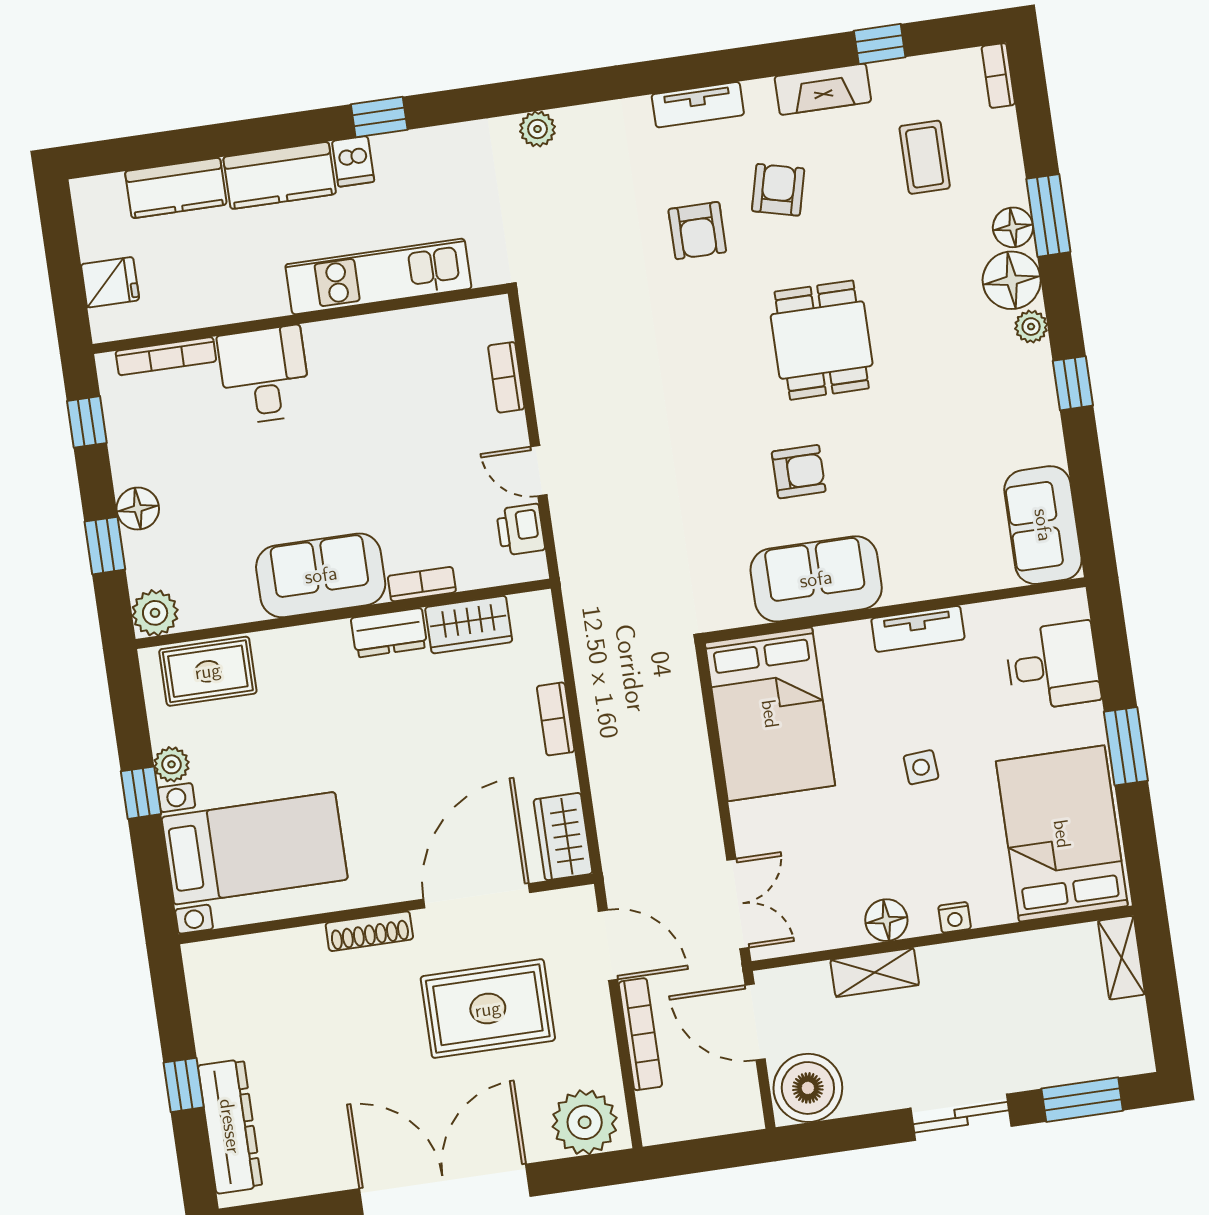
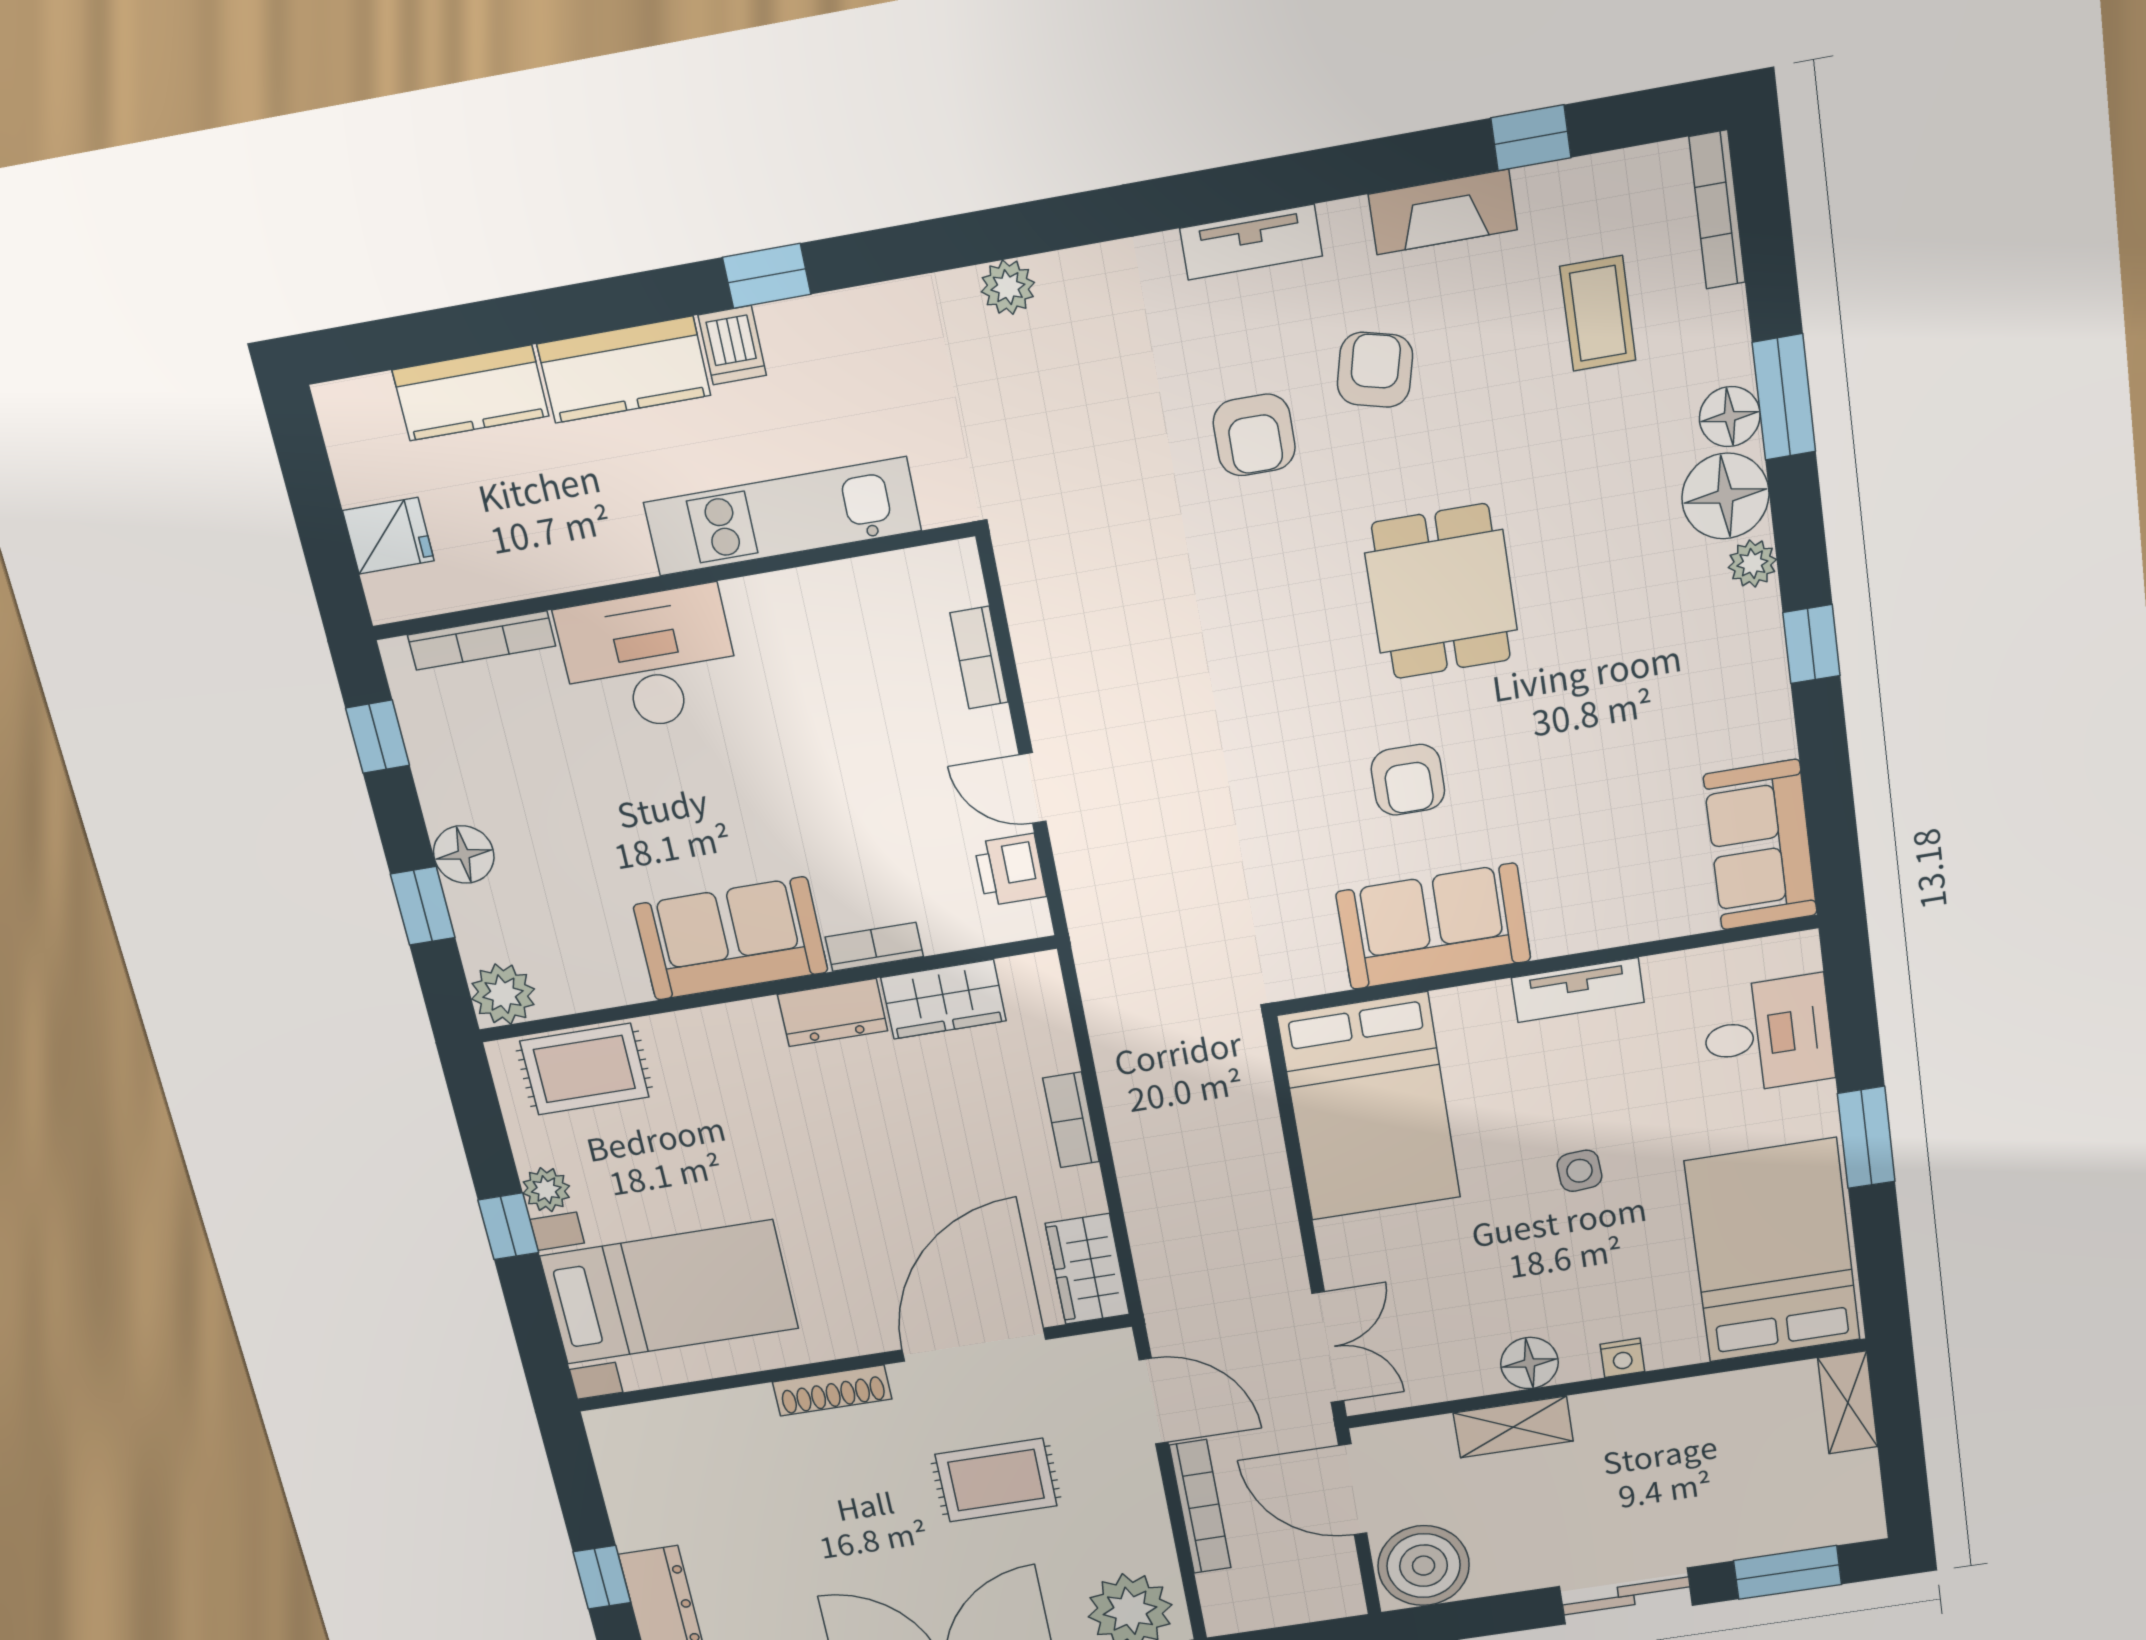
bookcase: (998, 75) -> (1717, 210), width x1.56
desk: (264, 375) -> (649, 660), width x1.37
armchair: (799, 472) -> (1408, 780), turned 90
rug: (488, 1009) -> (996, 1480), width x0.73, depth x0.70

